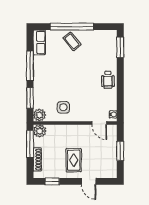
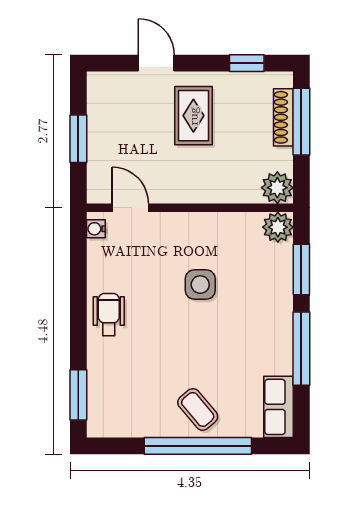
side table: (63, 107) -> (200, 285), moved
window: (30, 144) -> (301, 122), moved

